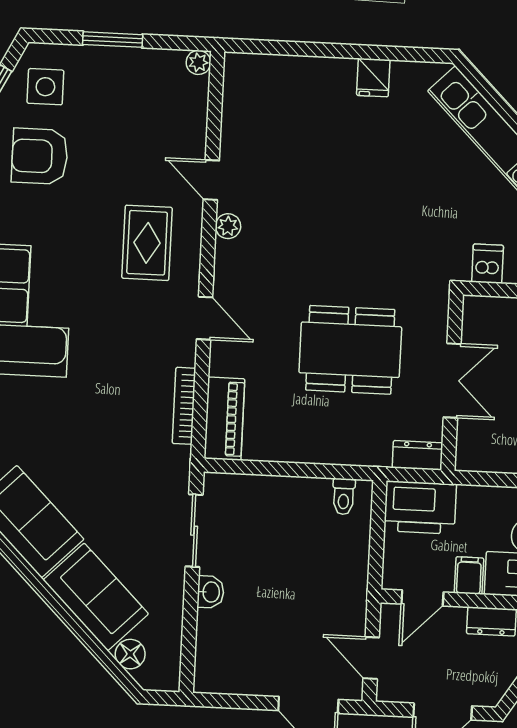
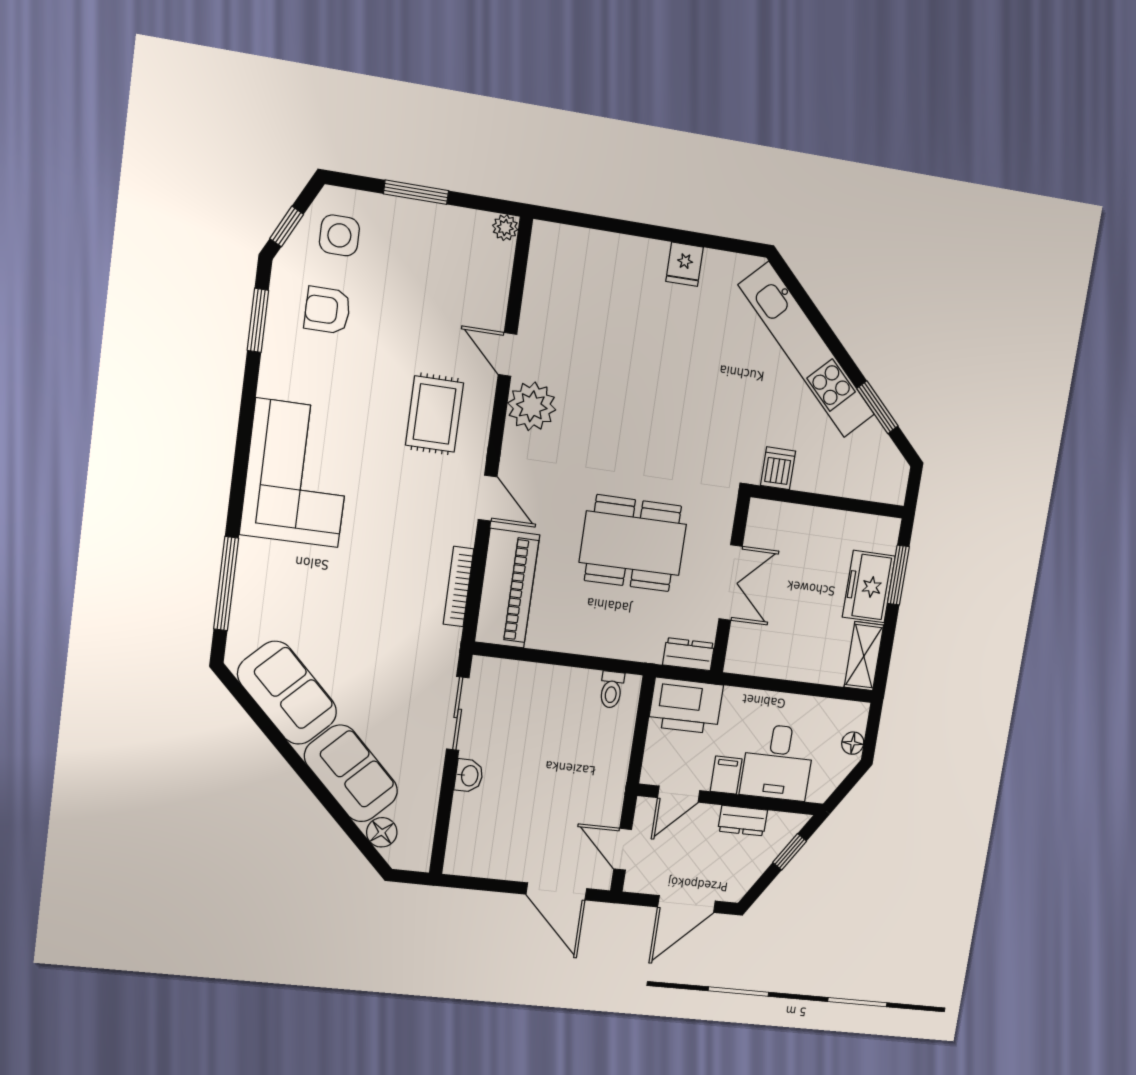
armchair: (40, 156) -> (327, 310), width x0.72, depth x0.72
plant: (228, 226) -> (532, 406), width x1.88, depth x1.88
piano: (224, 419) -> (507, 588), width x1.37, depth x1.33

